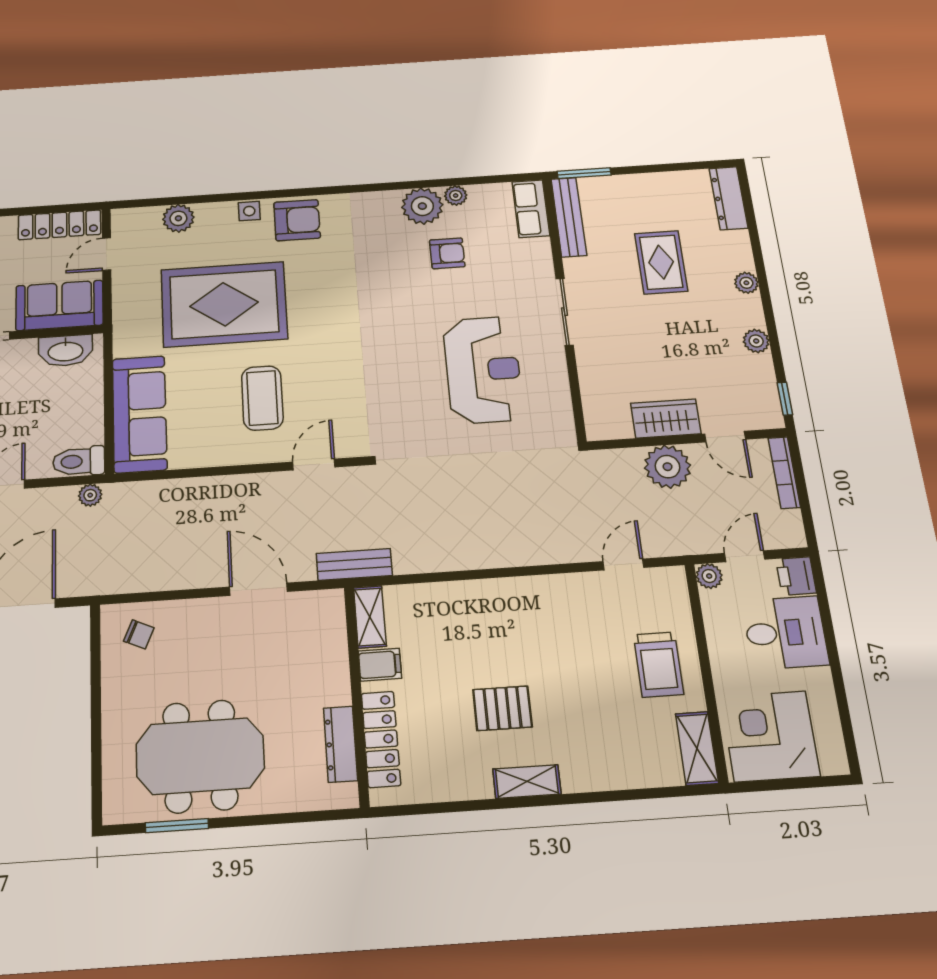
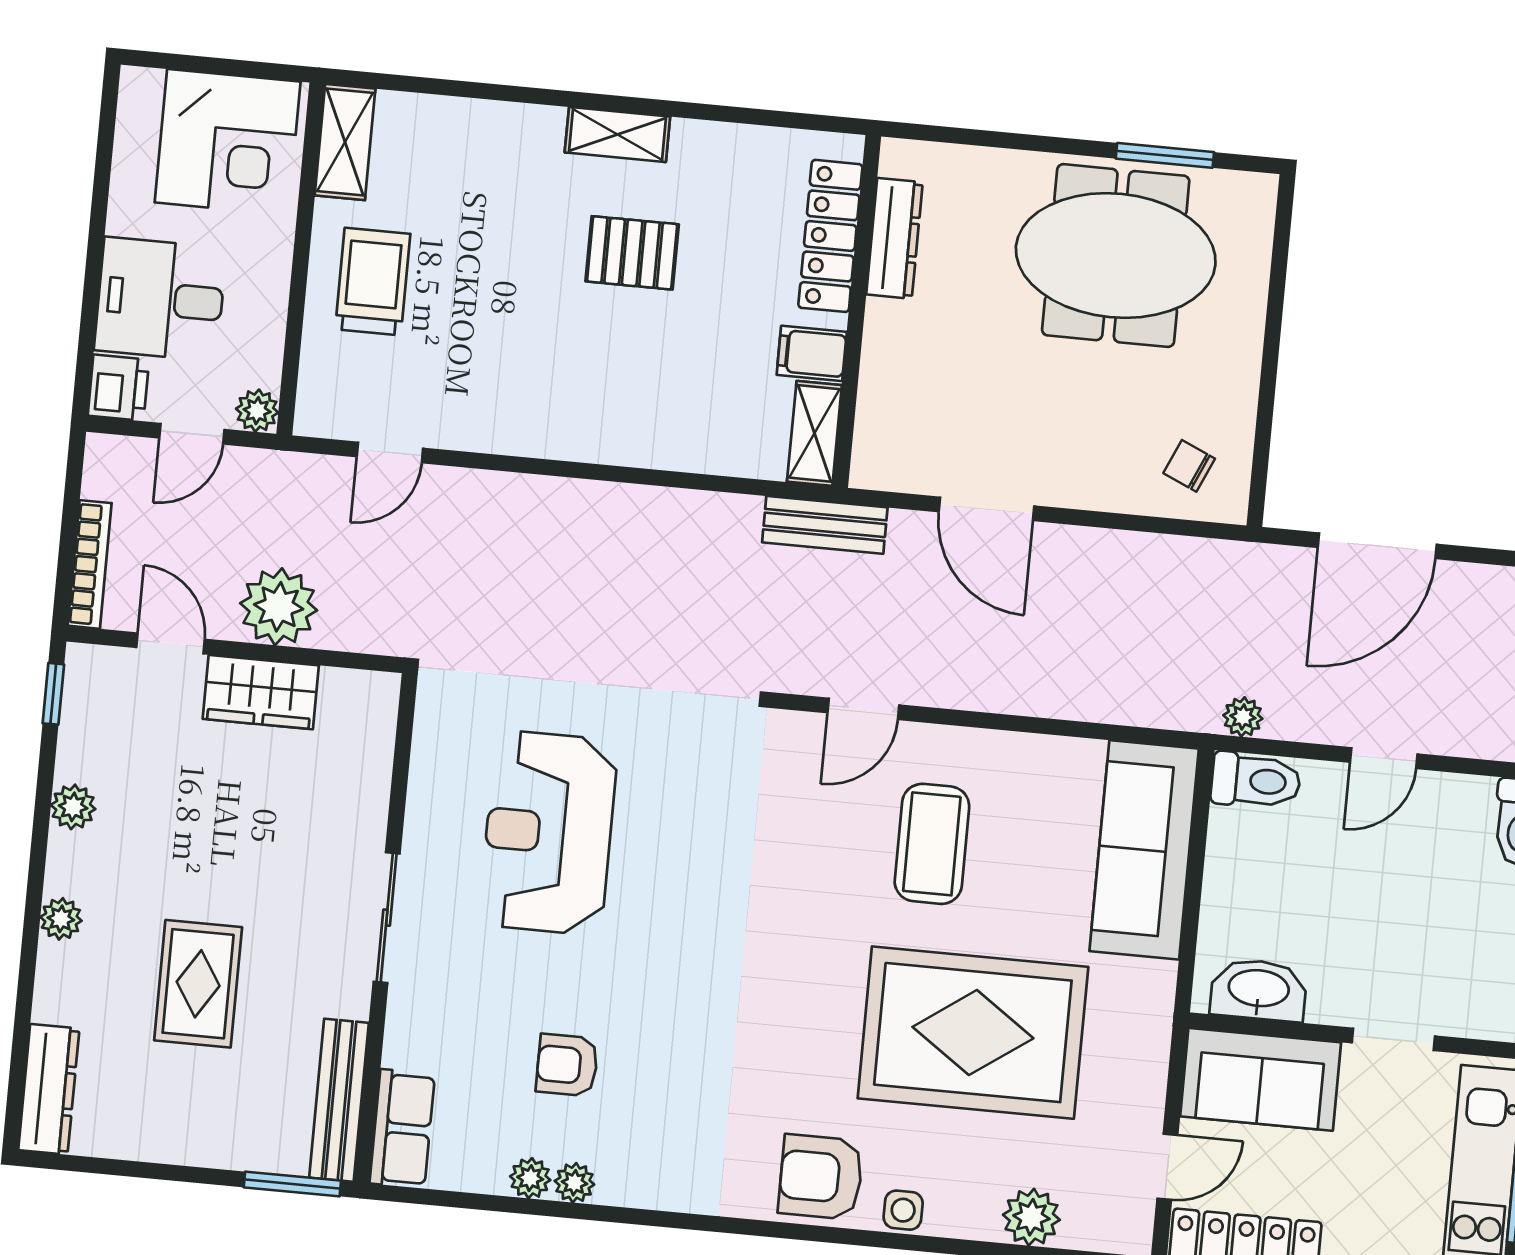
plant: (422, 206) -> (574, 1183), width x0.53, depth x0.53

